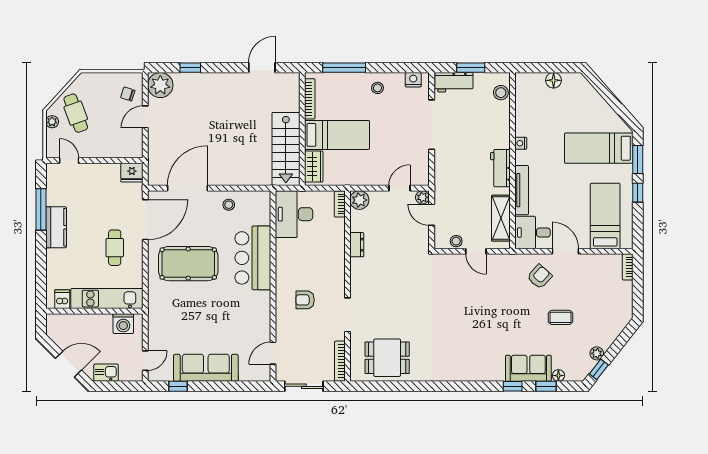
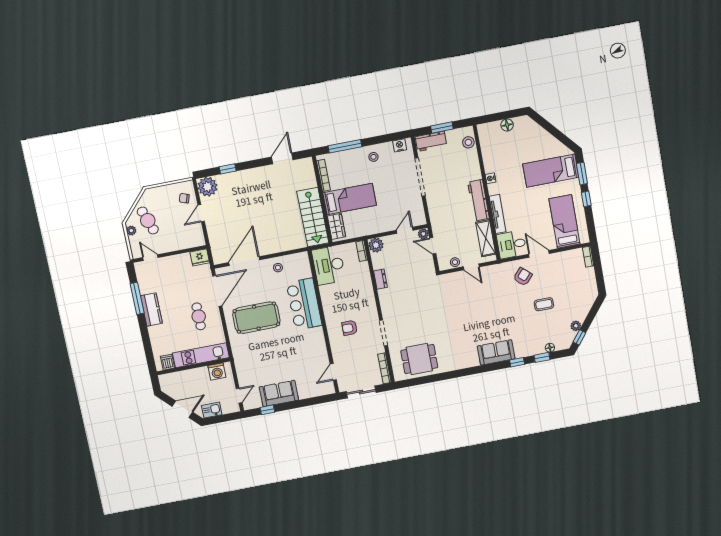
workbench: (500, 168) -> (478, 200), width x1.38
sofa: (206, 368) -> (279, 393), width x0.73
sofa: (528, 368) -> (496, 352), moved

